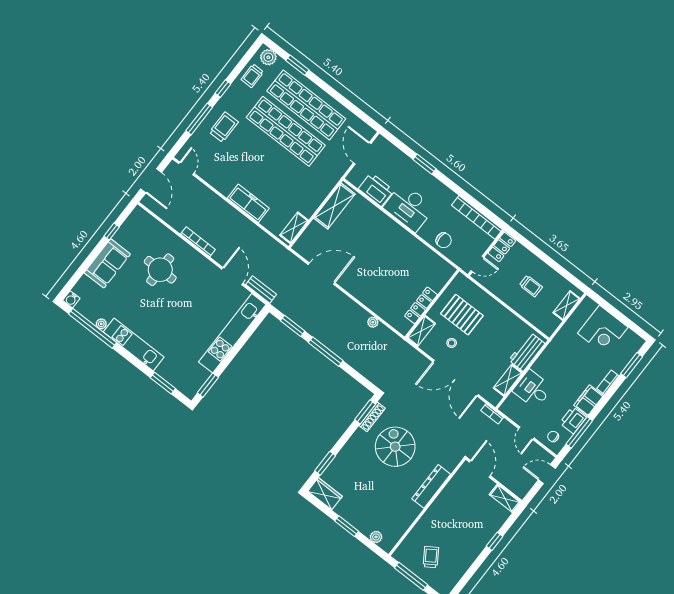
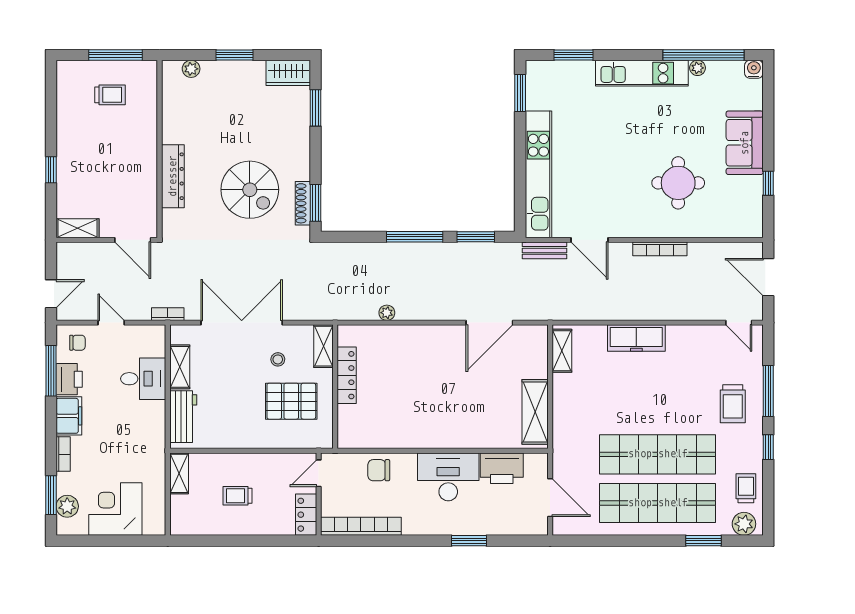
shelving: (567, 306) -> (179, 473), moved
plant: (628, 352) -> (67, 506), added
trolley: (431, 557) -> (110, 95), turned -57

